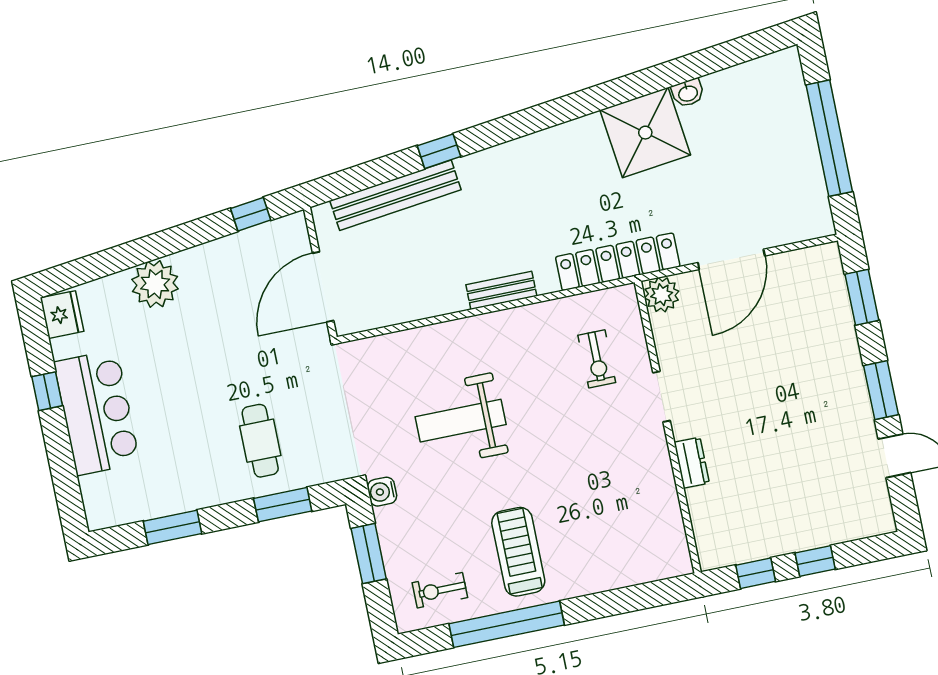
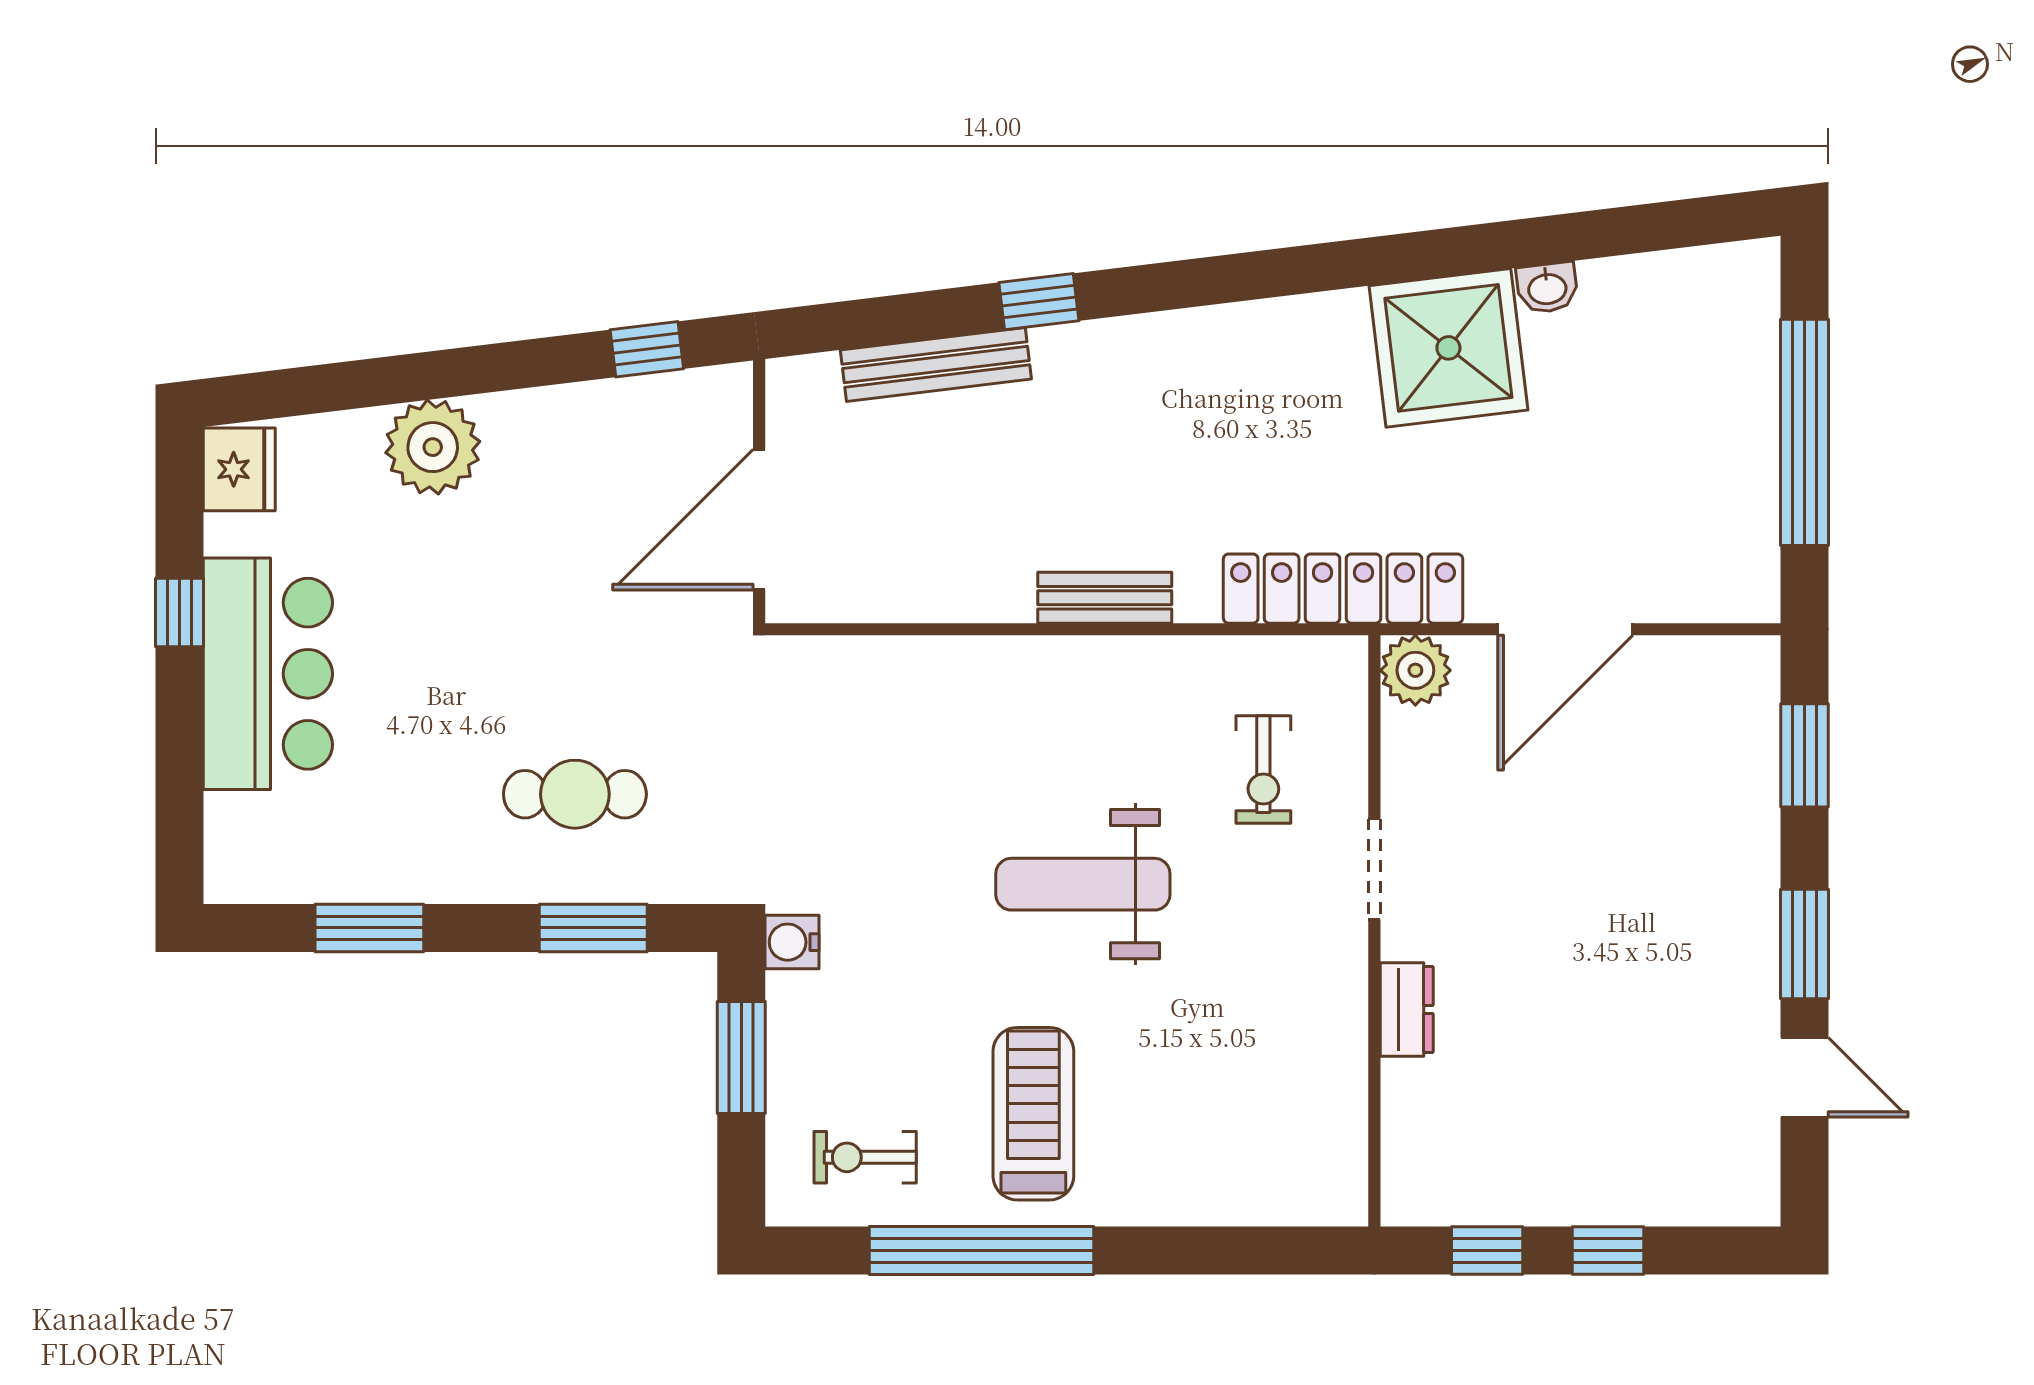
bench: (395, 195) -> (936, 364), width x0.73, depth x0.82
weight bench: (461, 421) -> (1083, 884), moved
cafe table: (260, 441) -> (575, 794), turned 90

